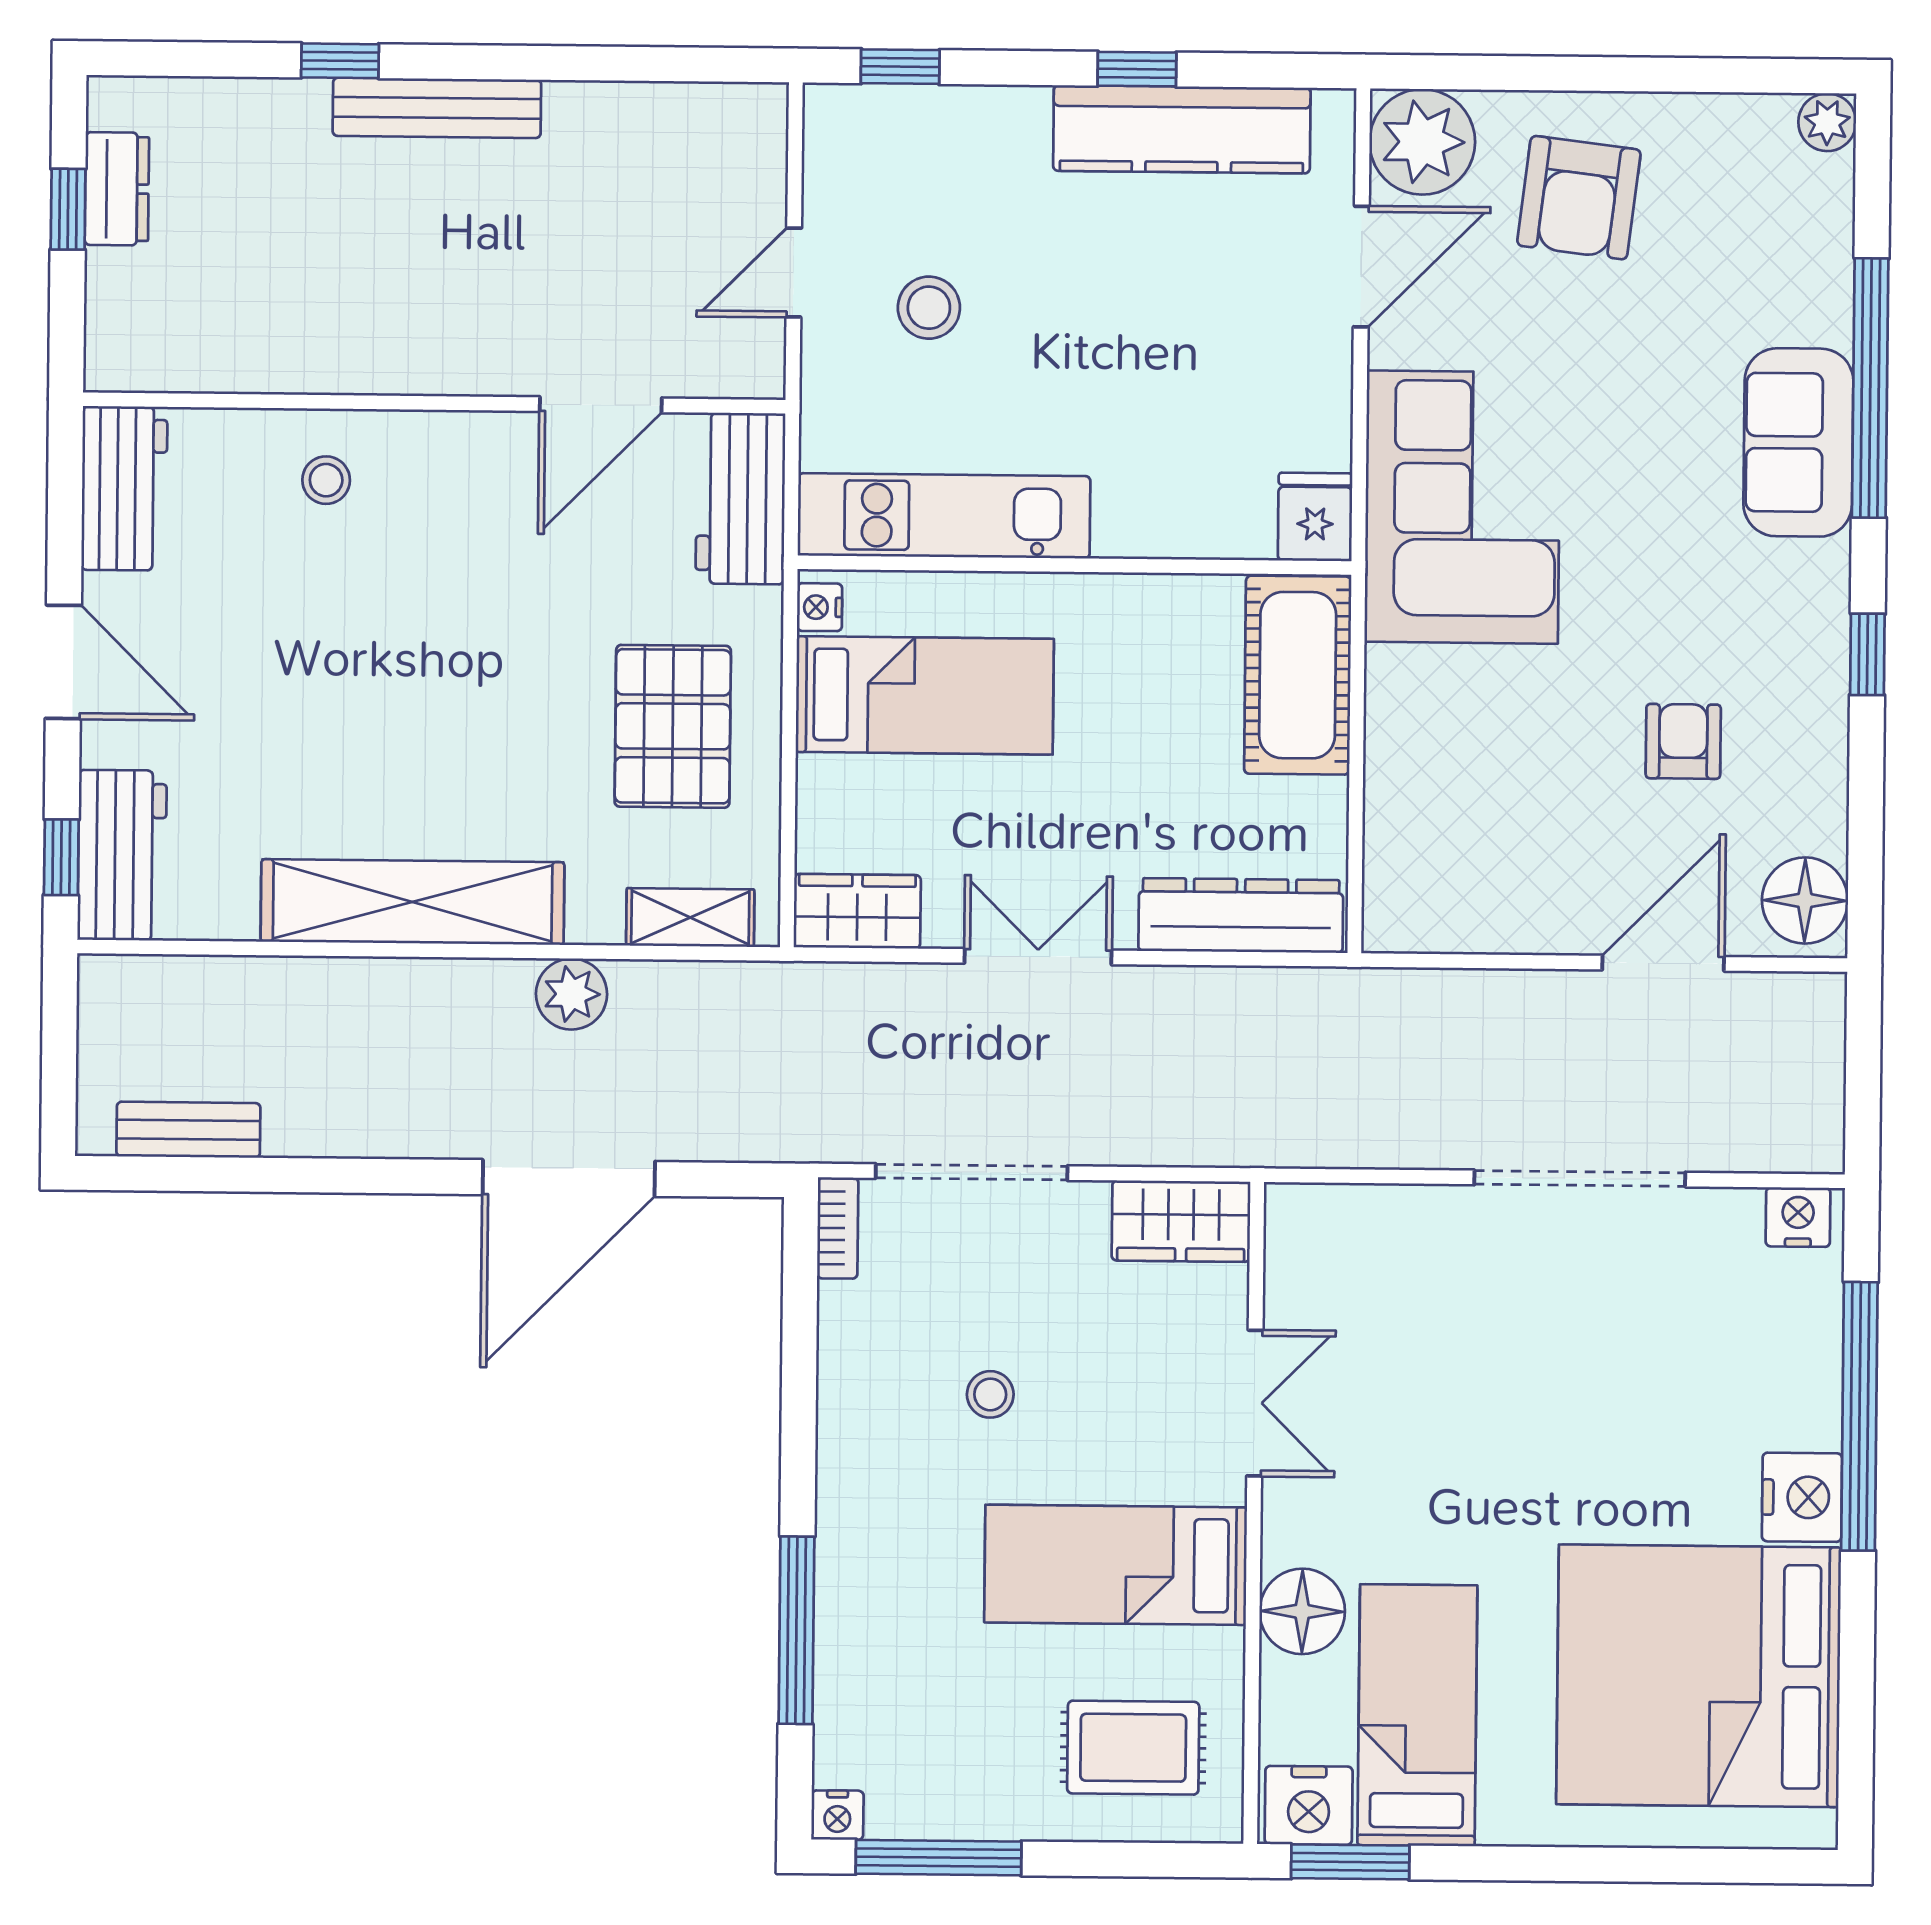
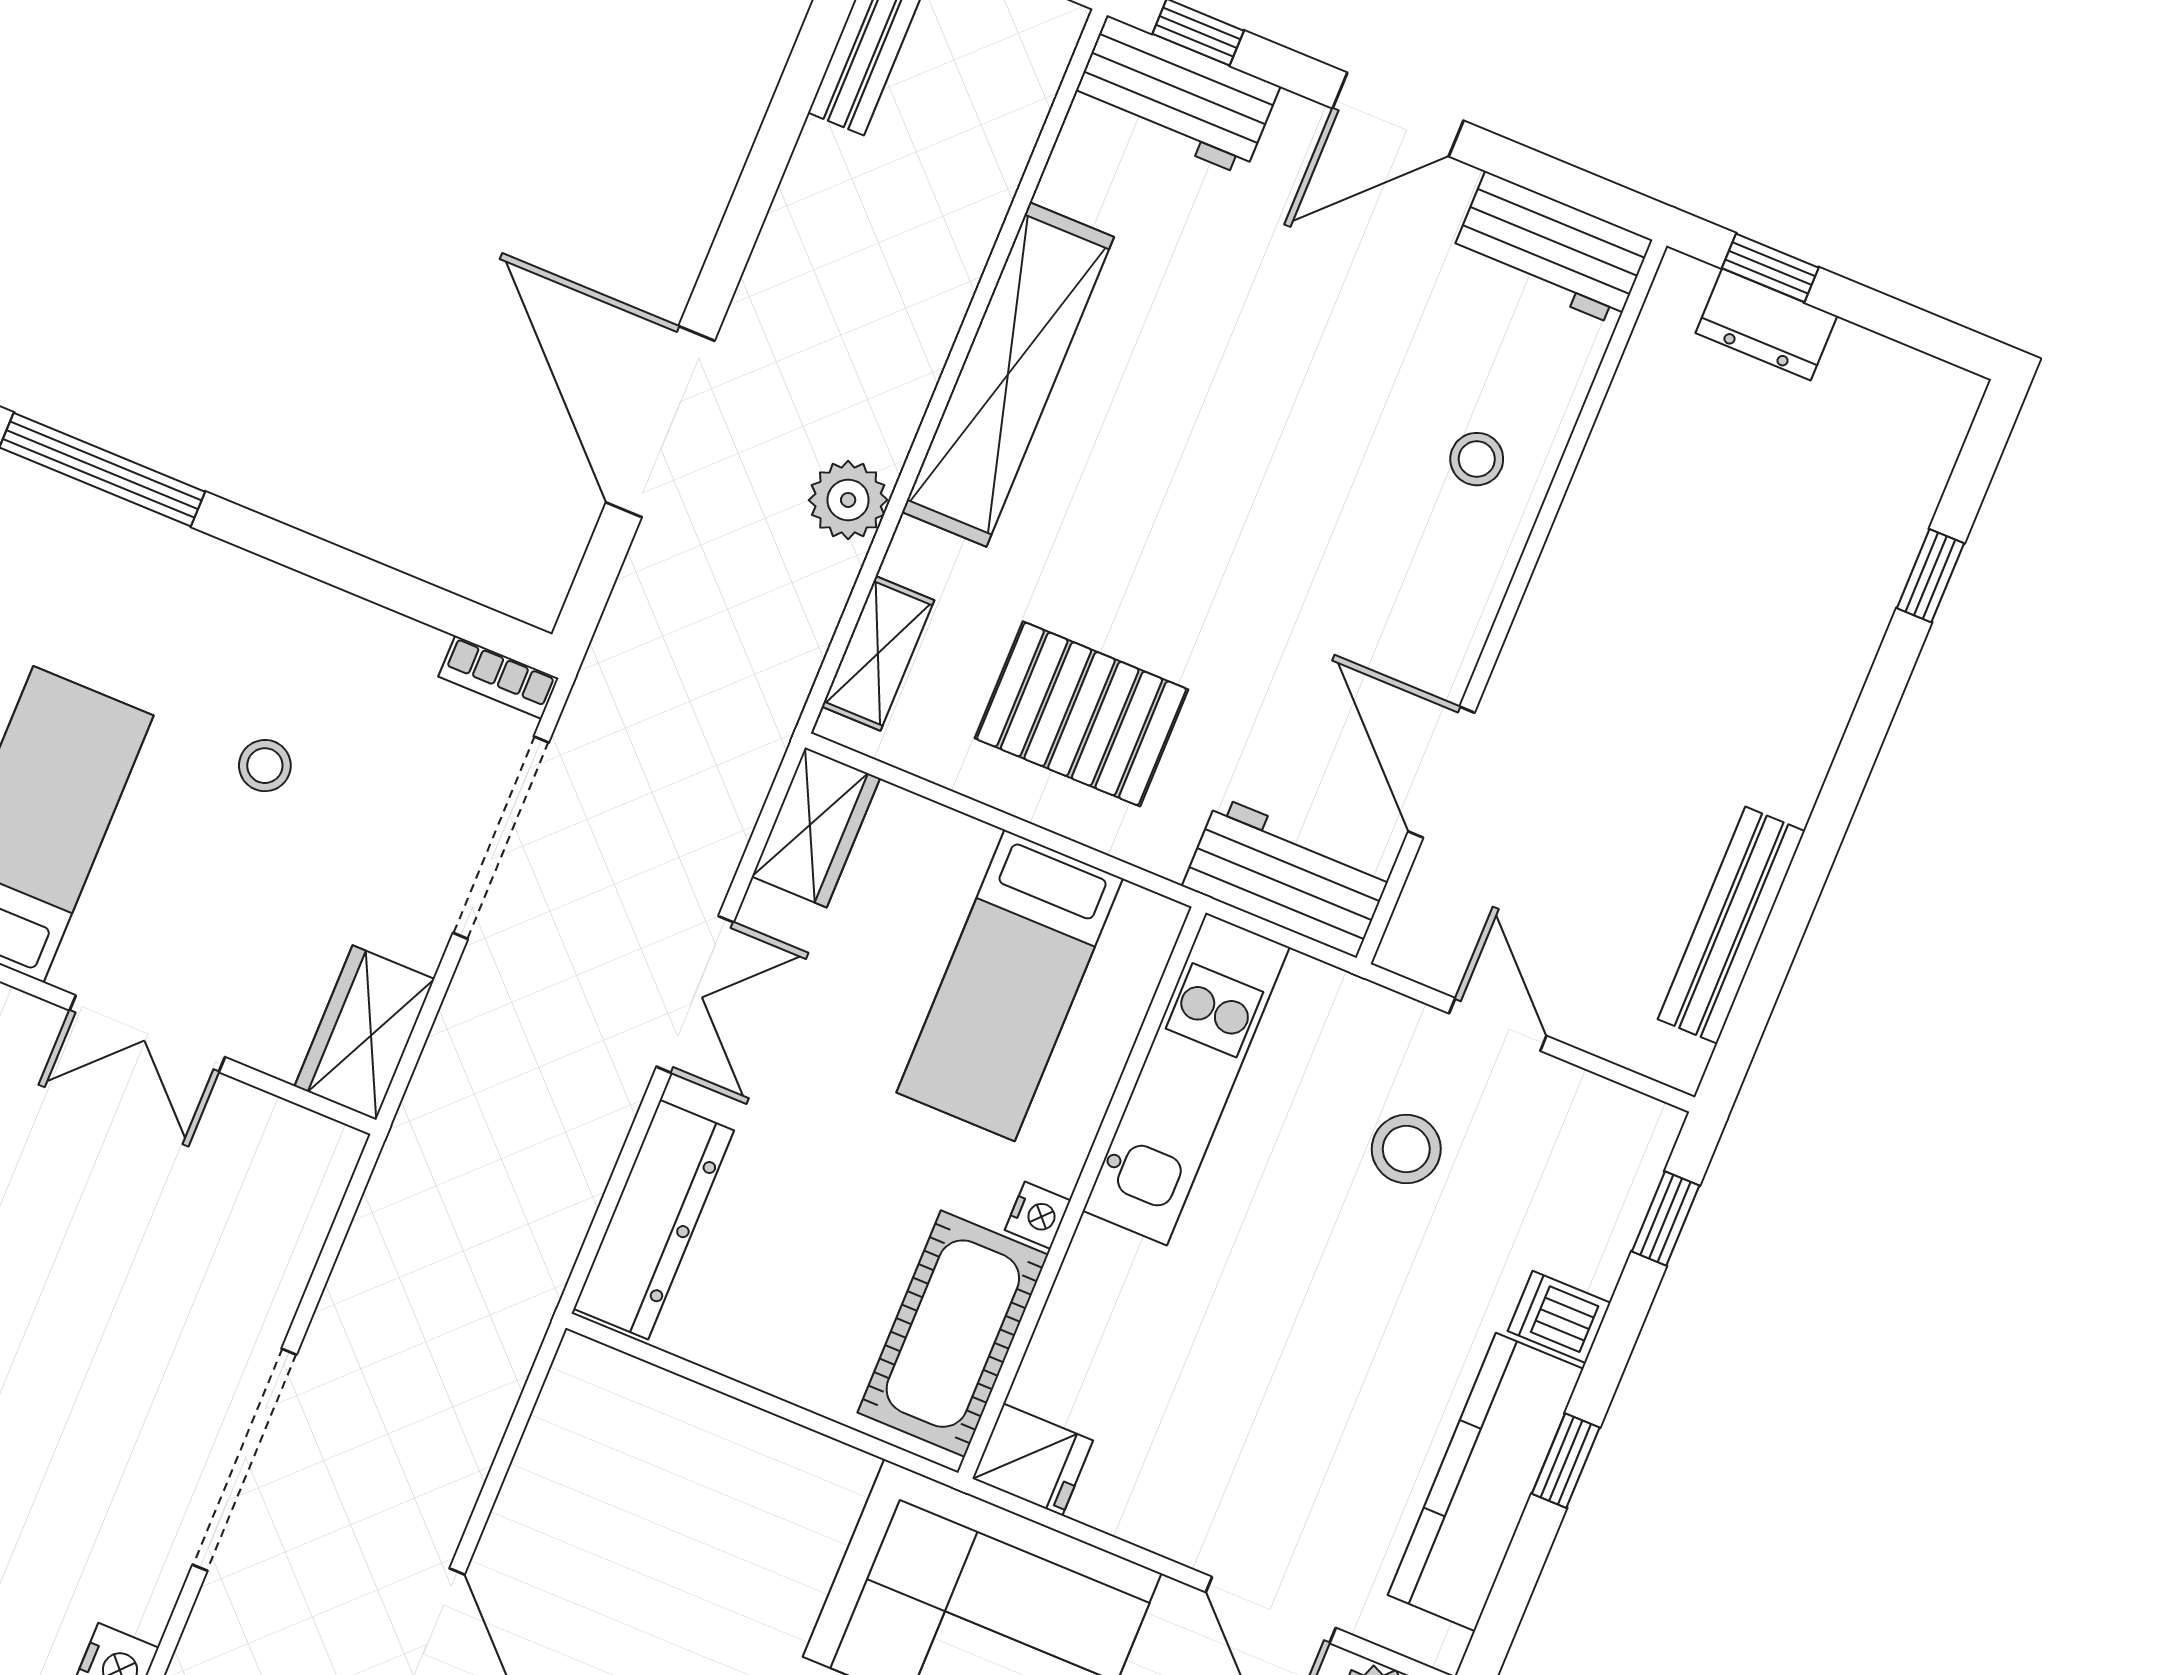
window: (340, 61) -> (1930, 576), moved
bench: (437, 108) -> (1731, 925), moved
dishwasher: (1018, 123) -> (1559, 1317), added
dresser: (117, 189) -> (1766, 324), moved
window: (68, 209) -> (1770, 268), moved
nightstand: (820, 607) -> (1038, 1215), moved, turned 90
cot: (1298, 675) -> (953, 1334), moved, turned 90

